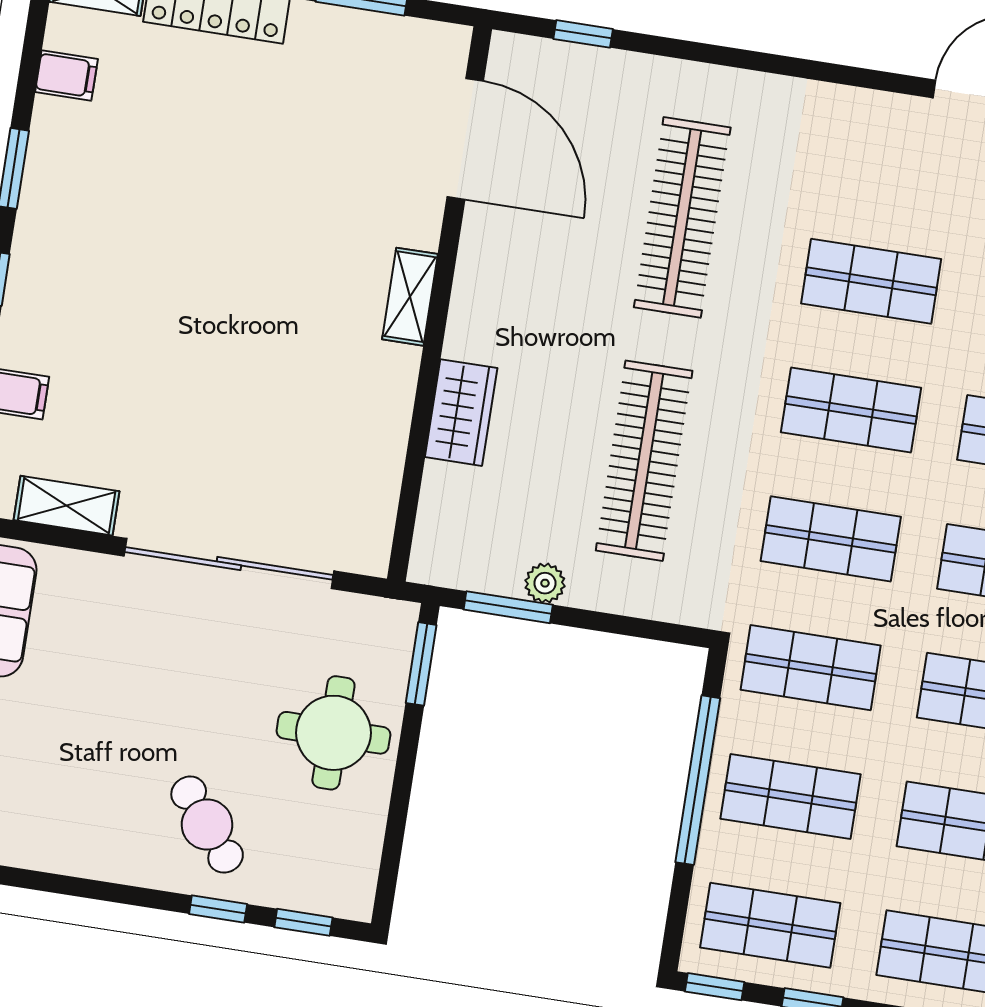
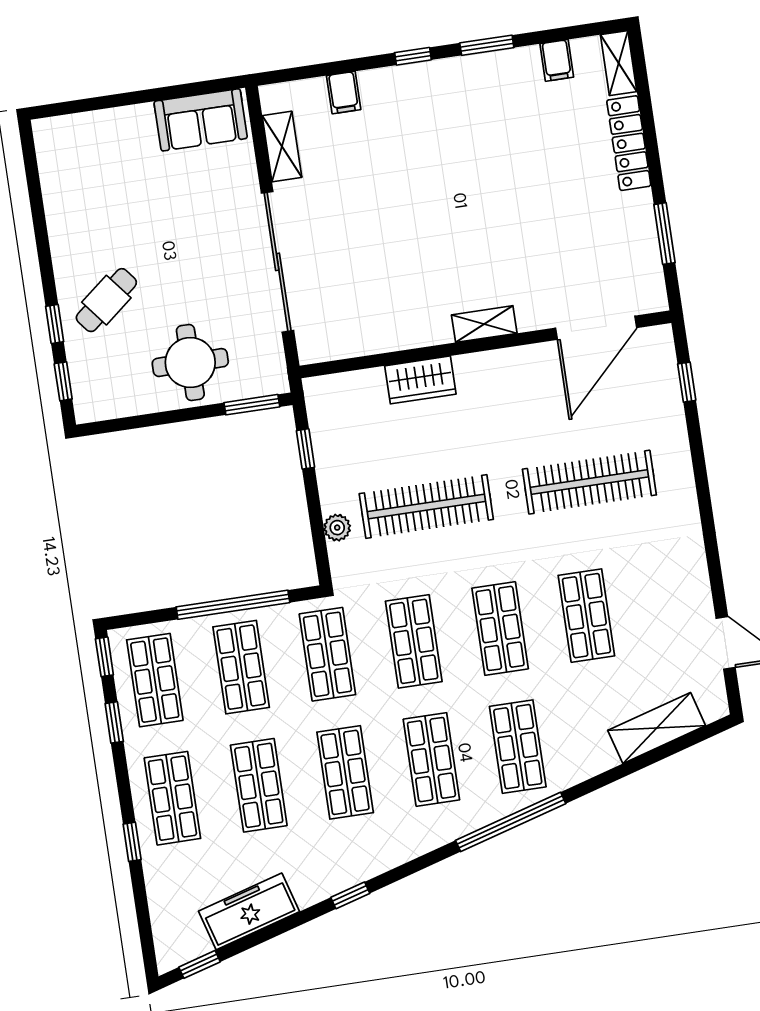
plant: (545, 583) -> (337, 528), moved
window: (508, 607) -> (305, 449), width x0.67

